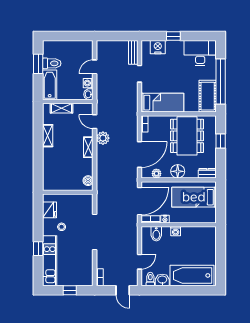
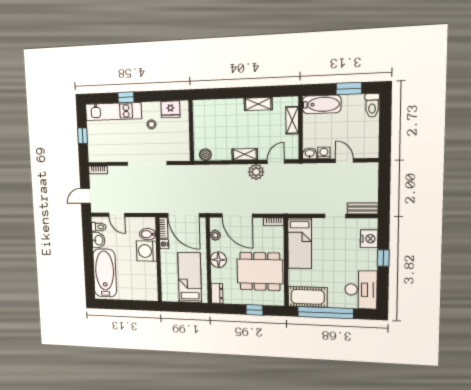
toilet: (52, 63) -> (372, 105), moved
washing machine: (176, 231) -> (147, 251), width x1.89, depth x1.89

